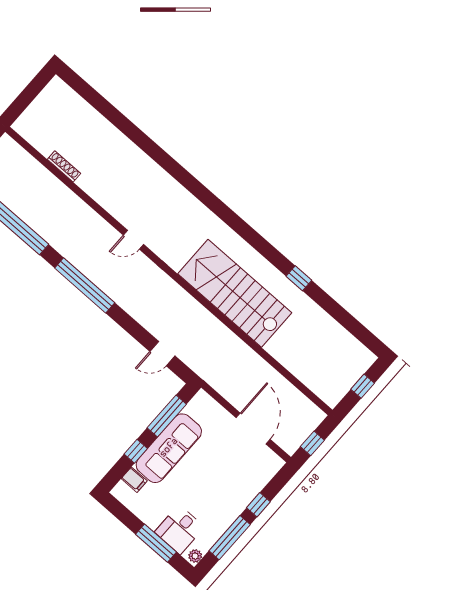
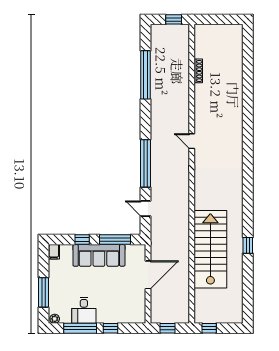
window: (85, 285) -> (146, 163), moved
stairs: (235, 293) -> (210, 249), moved
window: (363, 386) -> (209, 328), moved
door: (253, 429) -> (148, 275), moved
filing cabinet: (134, 480) -> (54, 252), moved
desk: (179, 529) -> (84, 310), moved, turned -90

